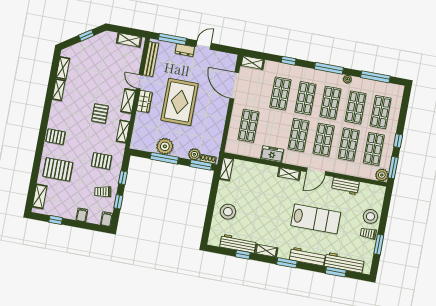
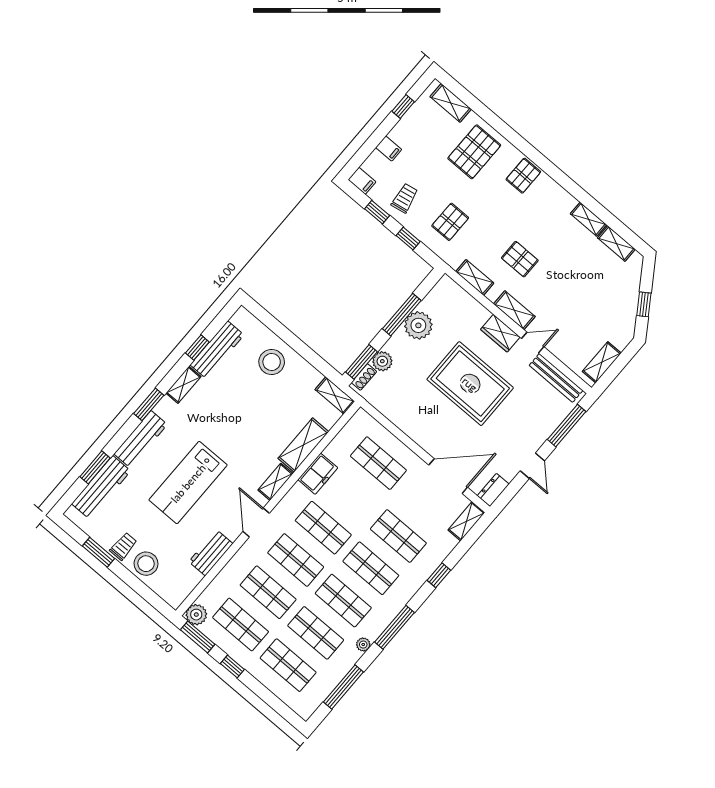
dresser: (185, 50) -> (493, 490), moved
shelving: (262, 170) -> (303, 445), added

